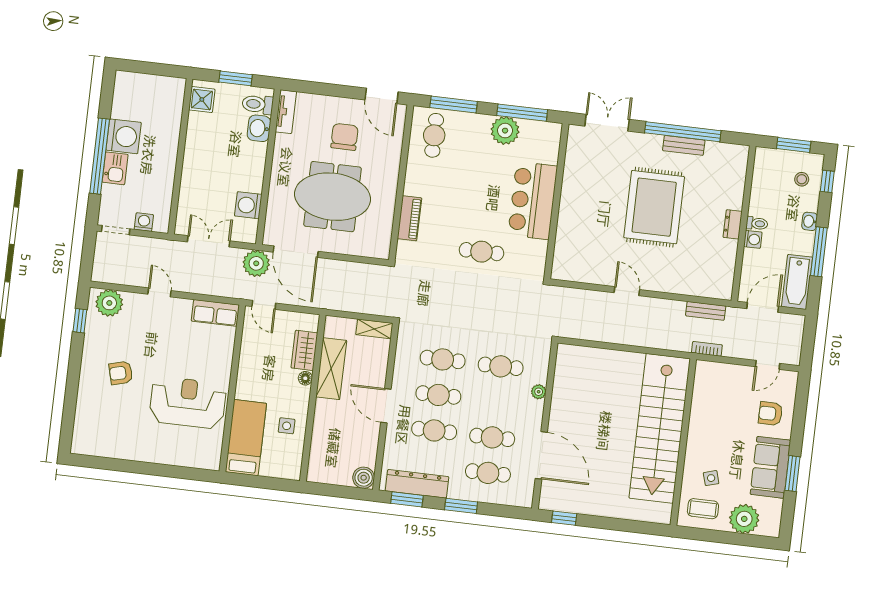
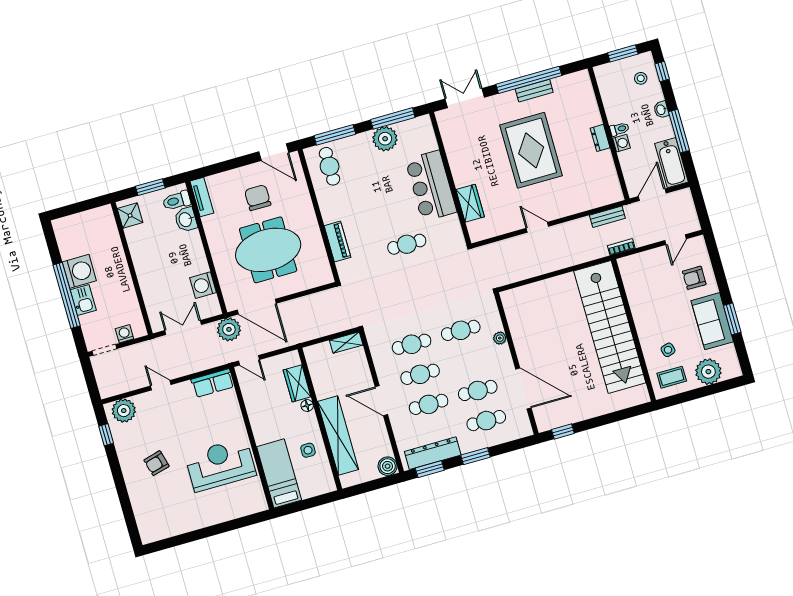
wardrobe: (567, 236) -> (470, 203), added
shelving: (331, 369) -> (338, 436), moved, width x1.47

